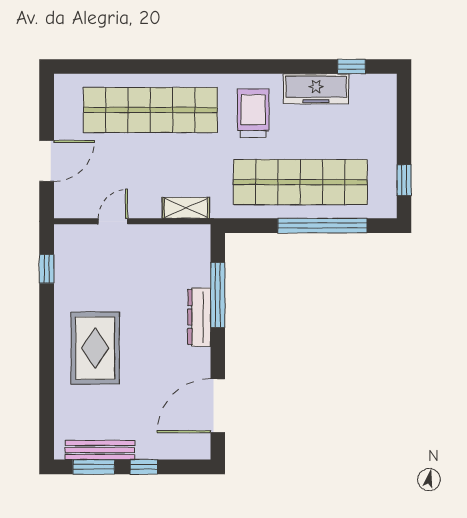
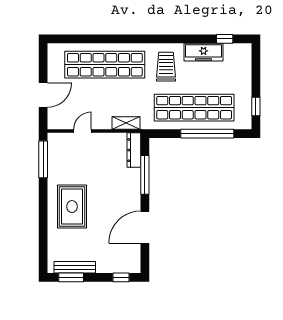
window: (47, 269) -> (43, 159), width x2.17
dresser: (199, 317) -> (134, 150), moved
door: (218, 406) -> (145, 227), moved
window: (144, 467) -> (121, 277), moved

